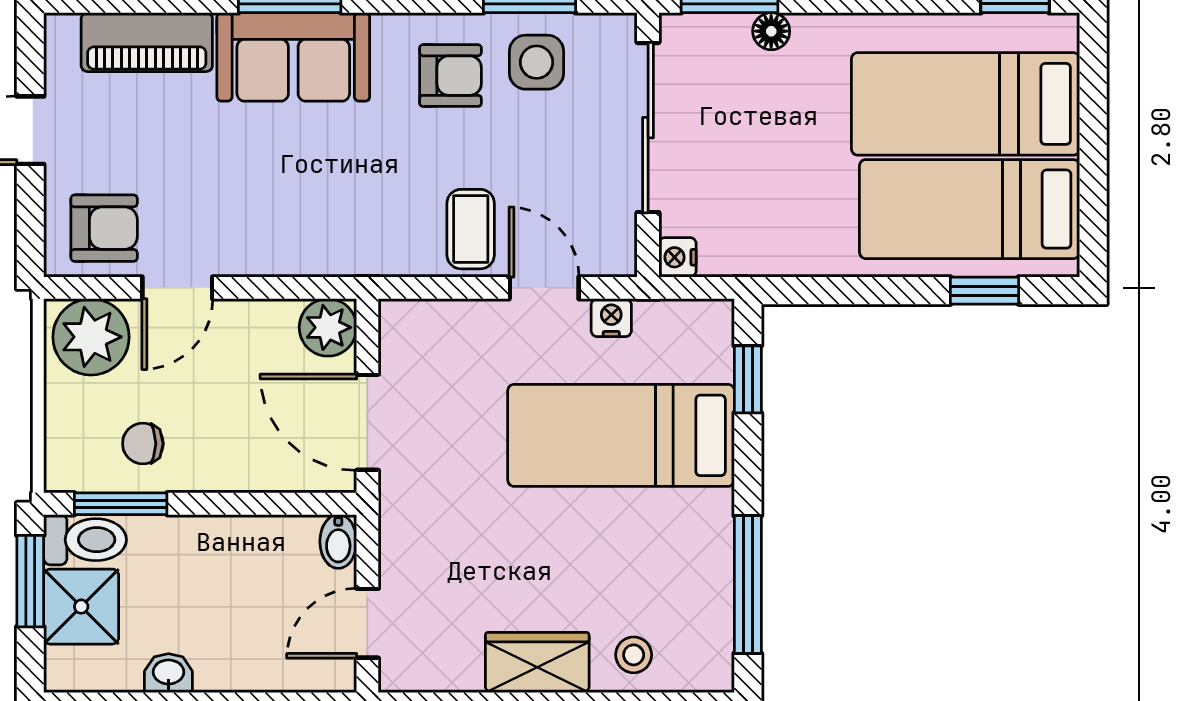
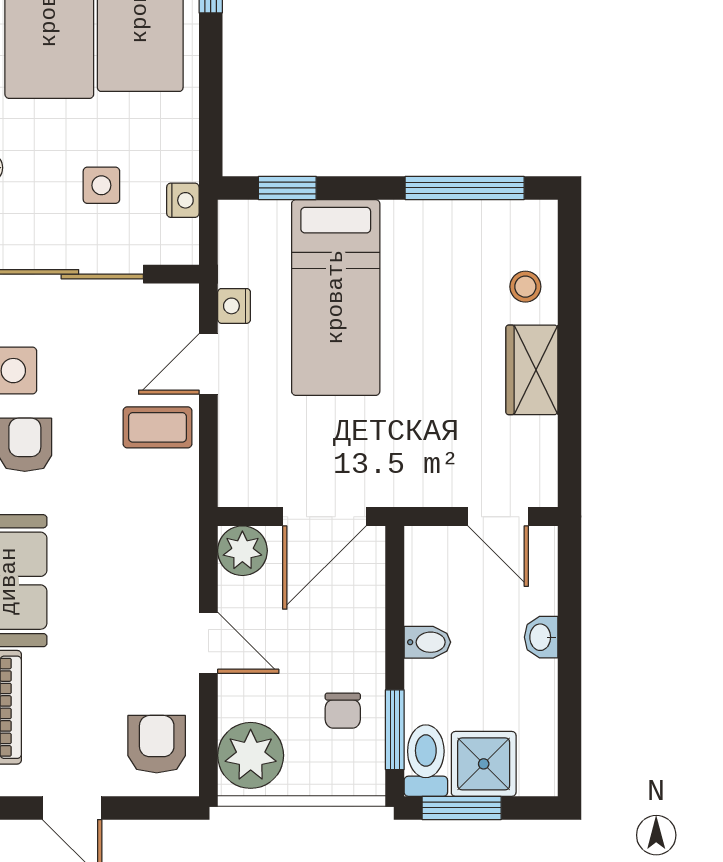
side table: (751, 164) -> (101, 185), added
nightstand: (677, 257) -> (183, 200), moved, turned -90
door: (177, 288) -> (208, 643), moved
bidet: (338, 541) -> (427, 642), moved
washbasin: (168, 673) -> (541, 637), moved

